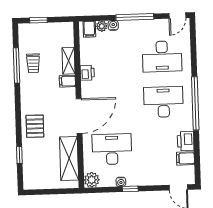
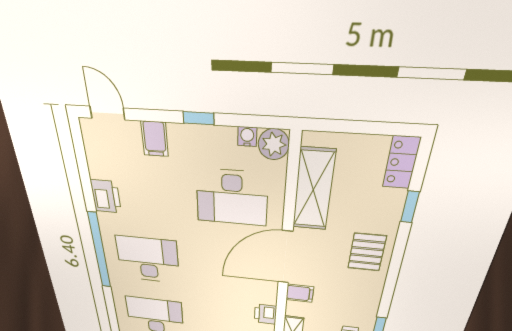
filing cabinet: (67, 81) -> (300, 293), moved
desk: (163, 102) -> (148, 260), turned 180
filing cabinet: (185, 158) -> (155, 139), moved, turned 90
locker: (29, 177) -> (401, 163), added
water cooler: (121, 182) -> (247, 137), moved

